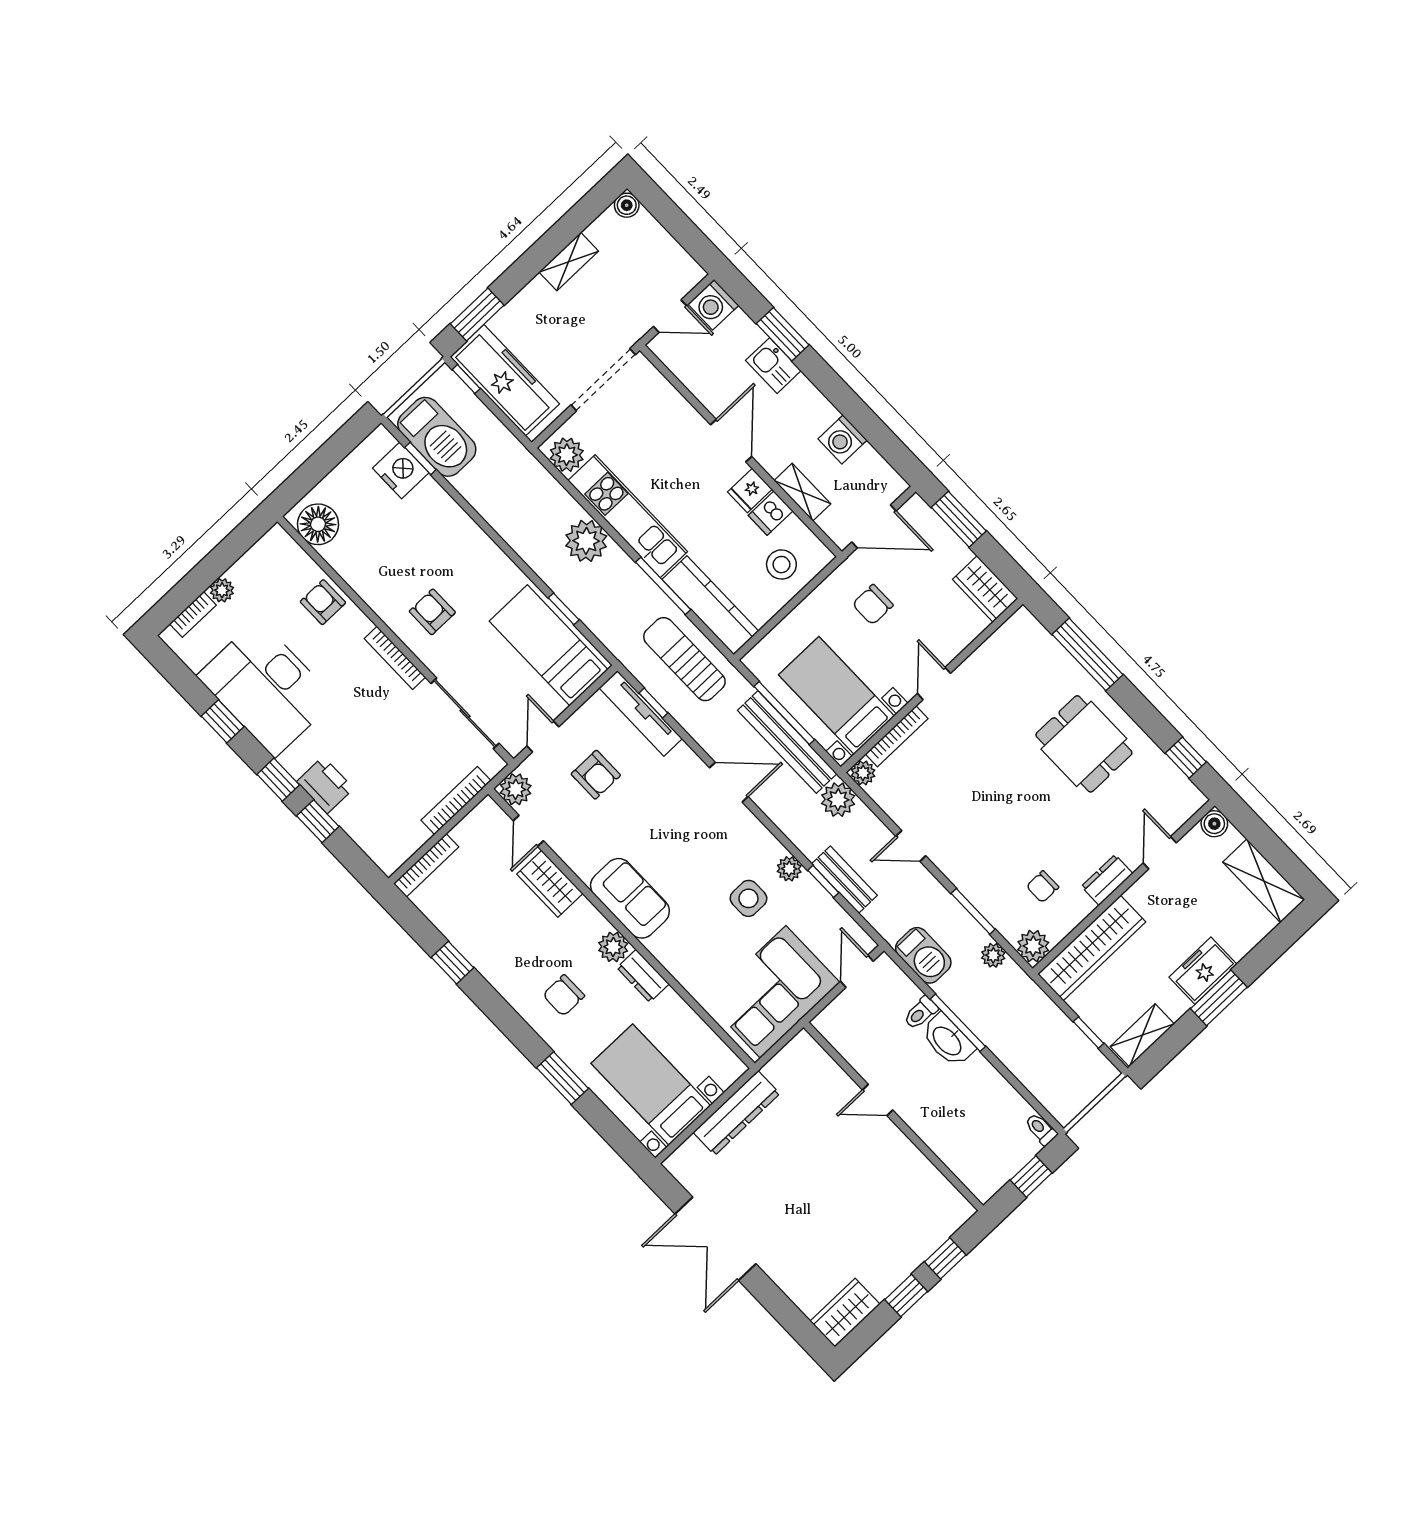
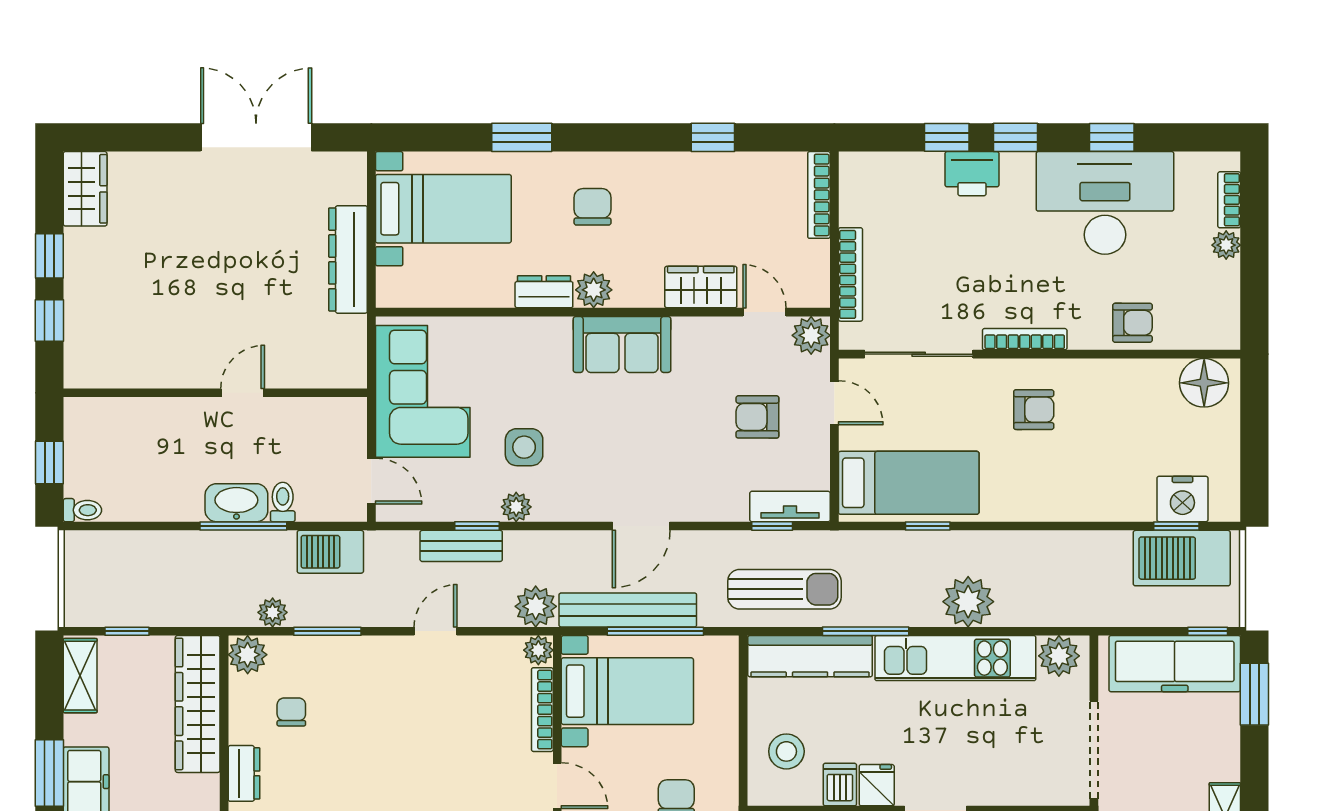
tv unit: (641, 713) -> (790, 507), width x0.71

